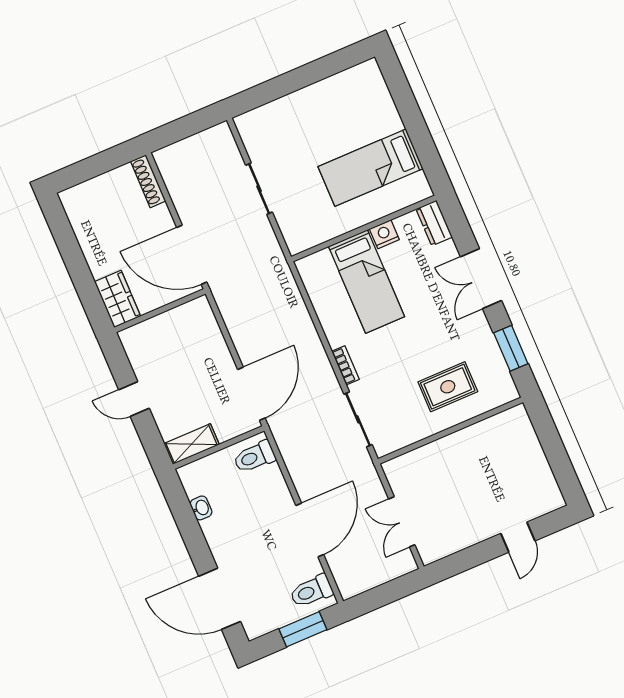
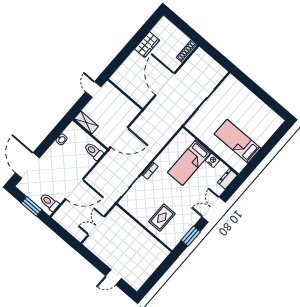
wardrobe: (118, 299) -> (147, 45), moved
wall: (160, 311) -> (125, 94), moved
rug: (448, 387) -> (162, 218), turned 90

